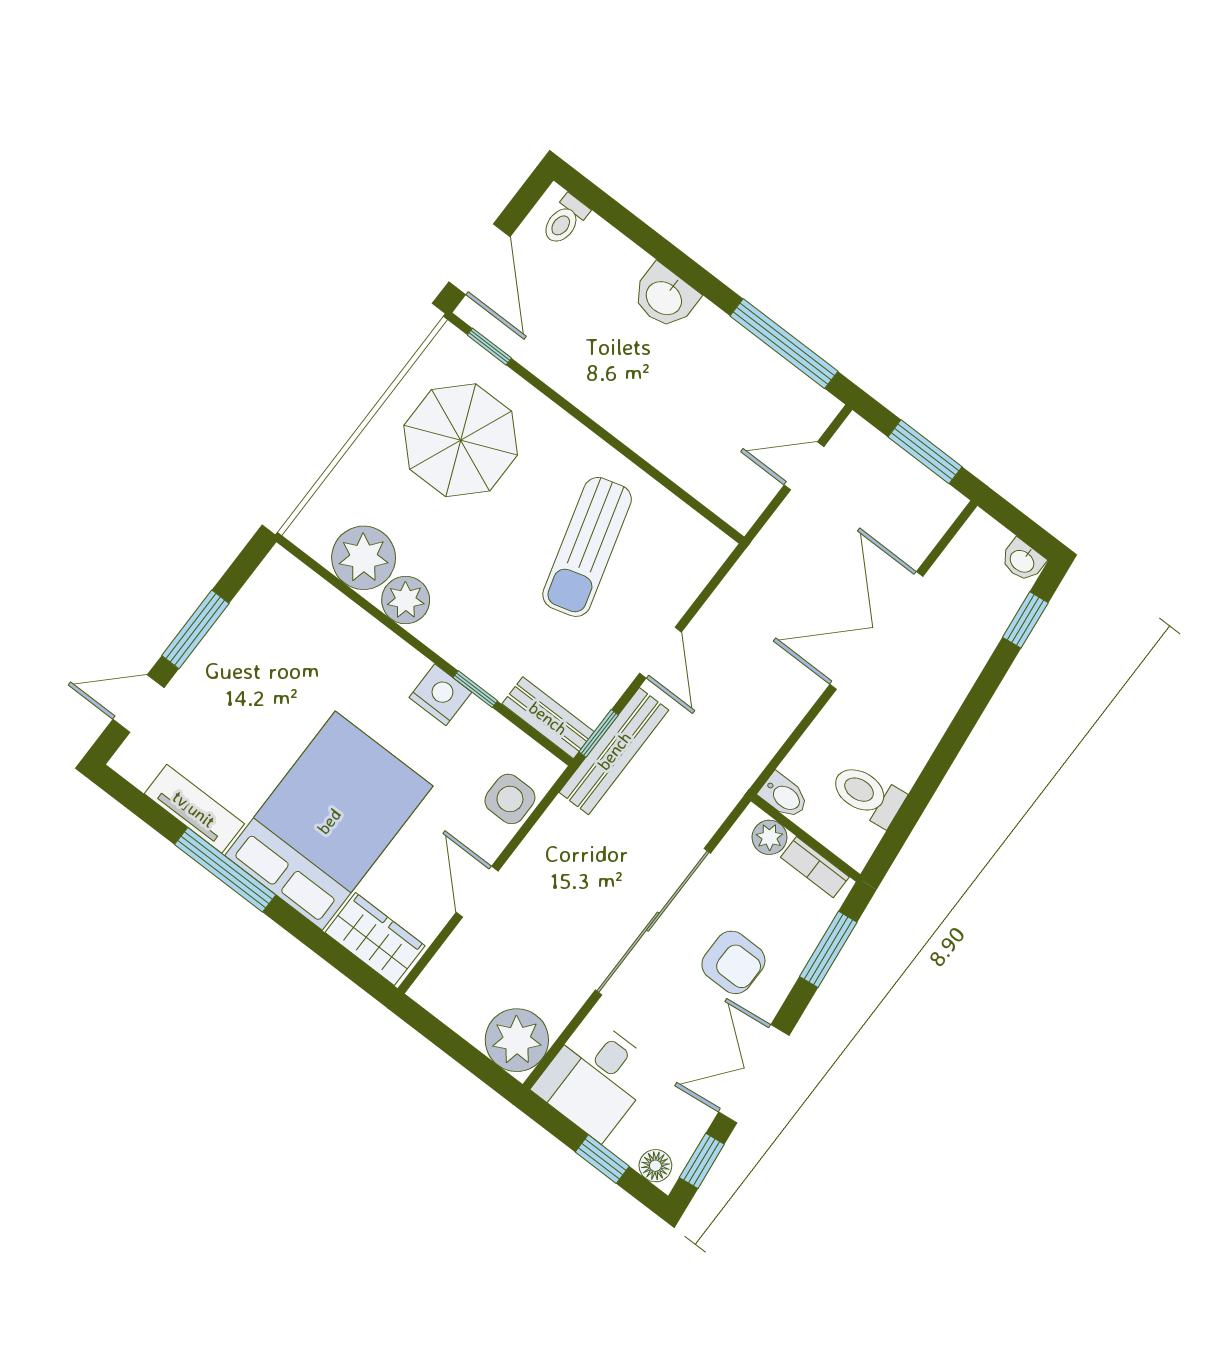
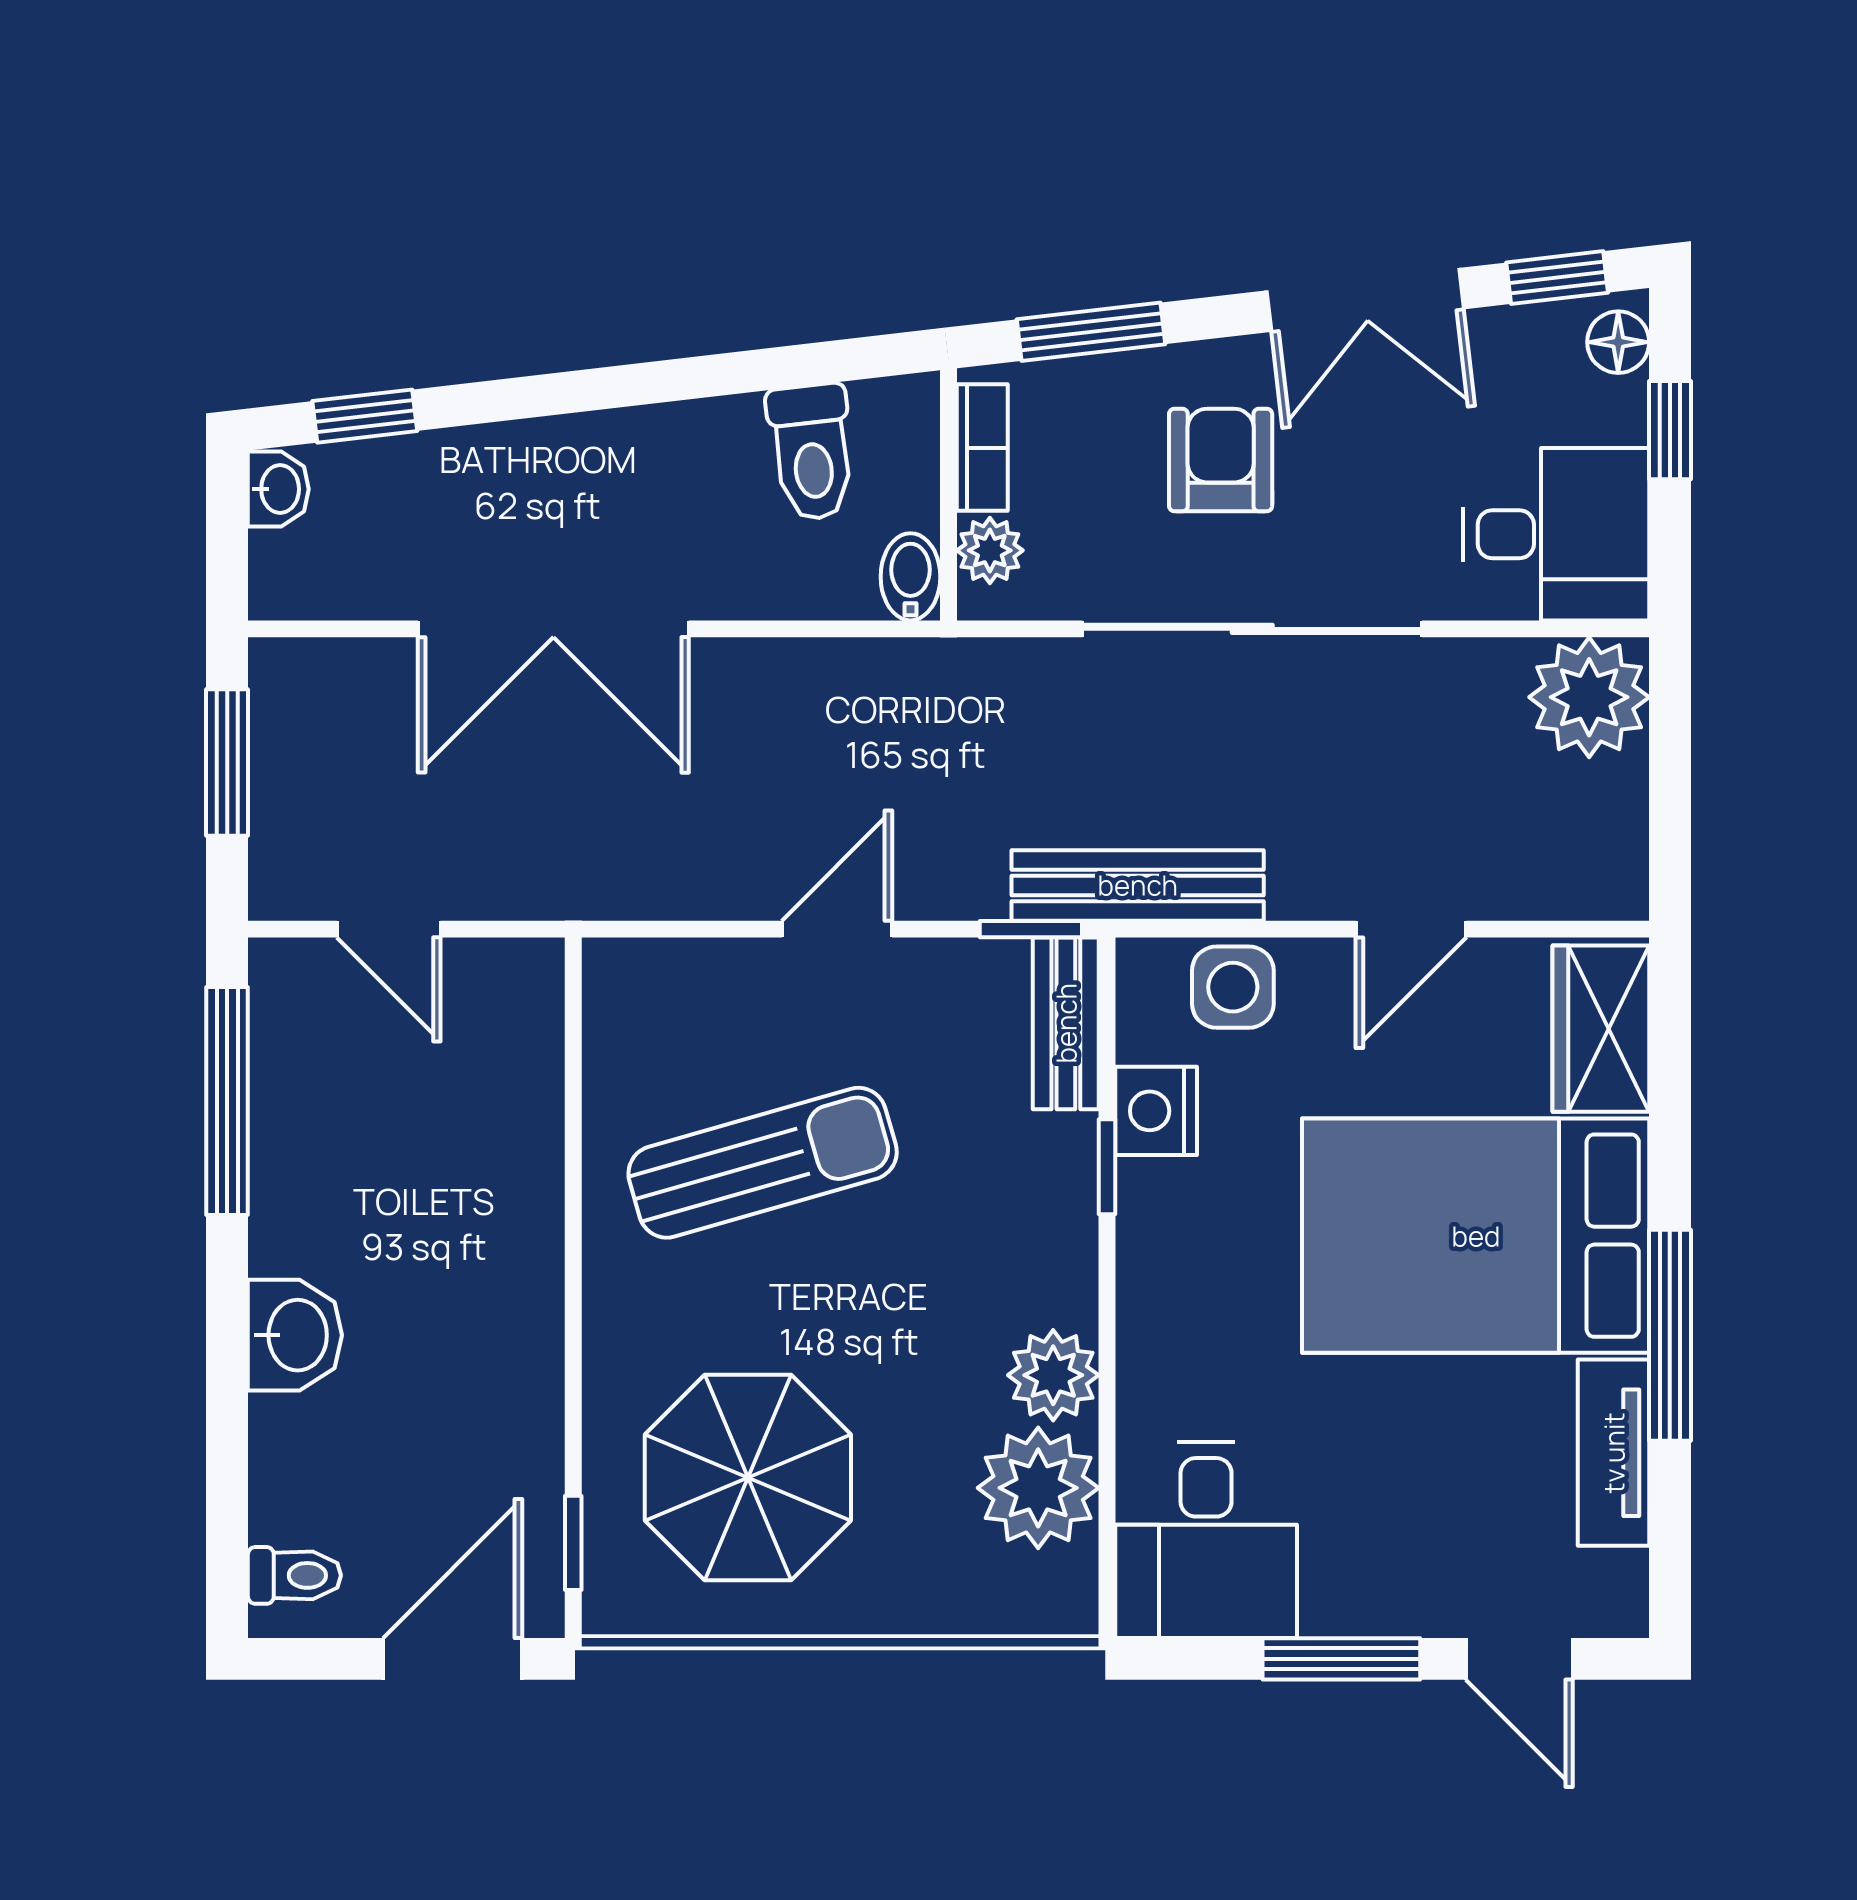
desk: (288, 611) -> (1206, 1540), added
nightstand: (440, 695) -> (1156, 1111), moved
bench: (614, 751) -> (1138, 885), moved

